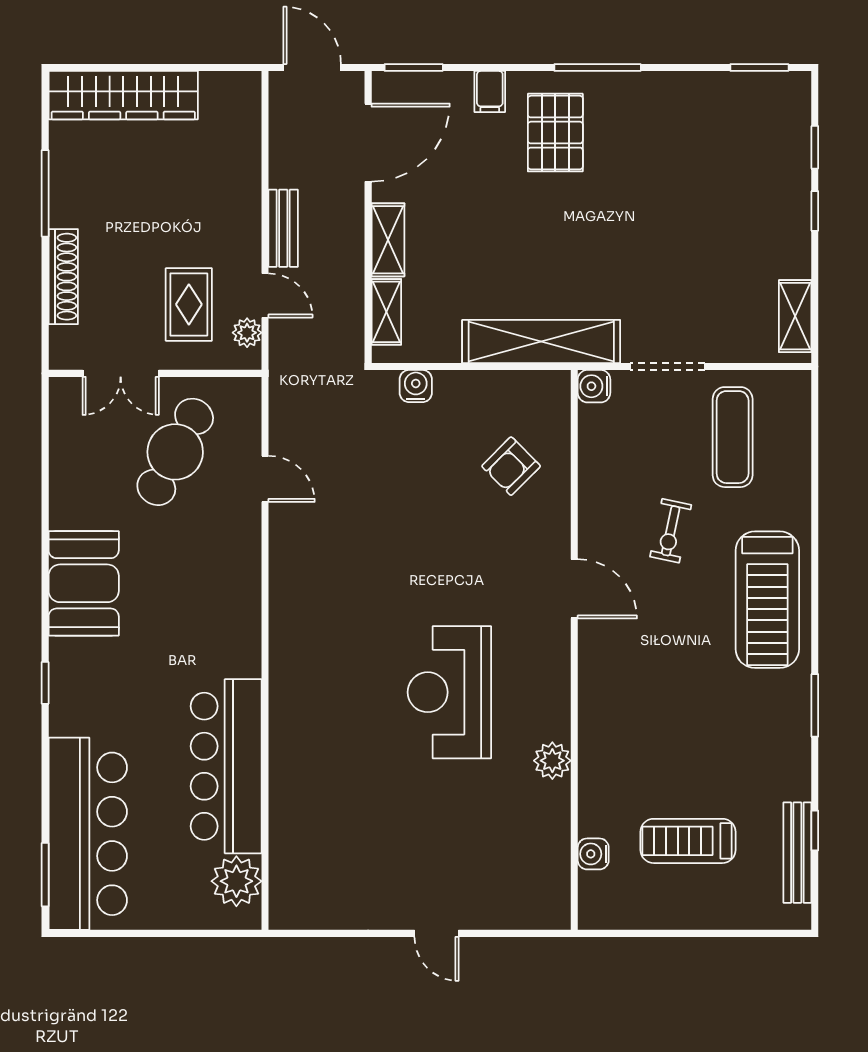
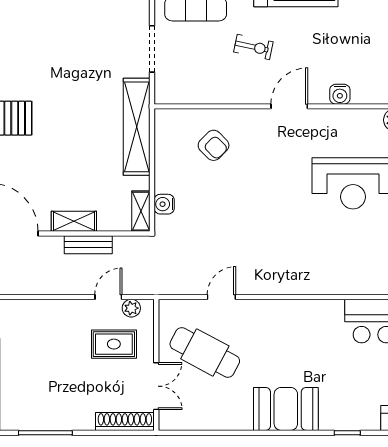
bench: (283, 228) -> (88, 245), moved
shoe rack: (63, 277) -> (125, 421), moved
shelving: (386, 312) -> (141, 211), moved, turned 90
water cooler: (594, 386) -> (340, 94), moved

